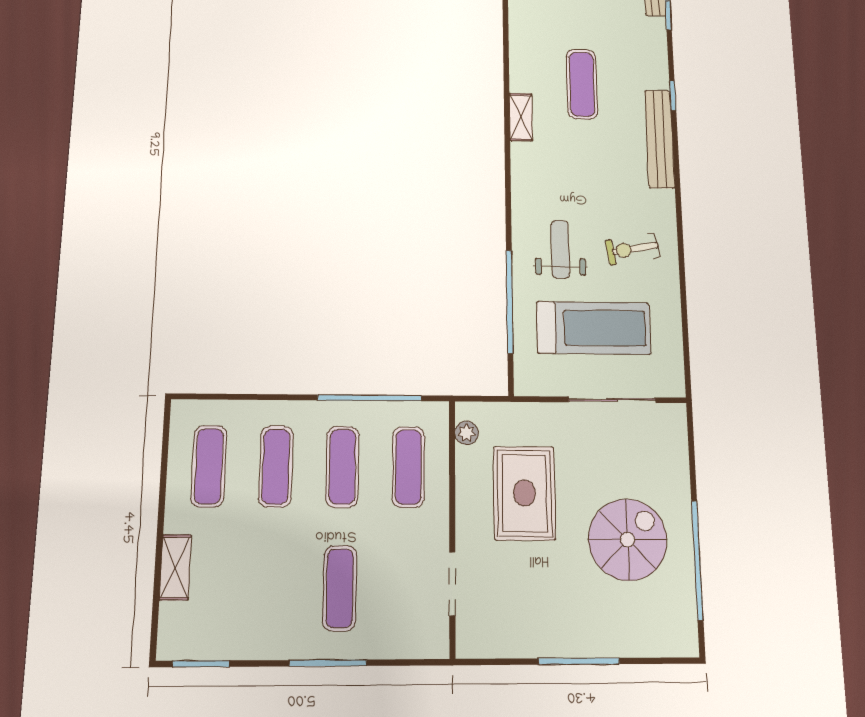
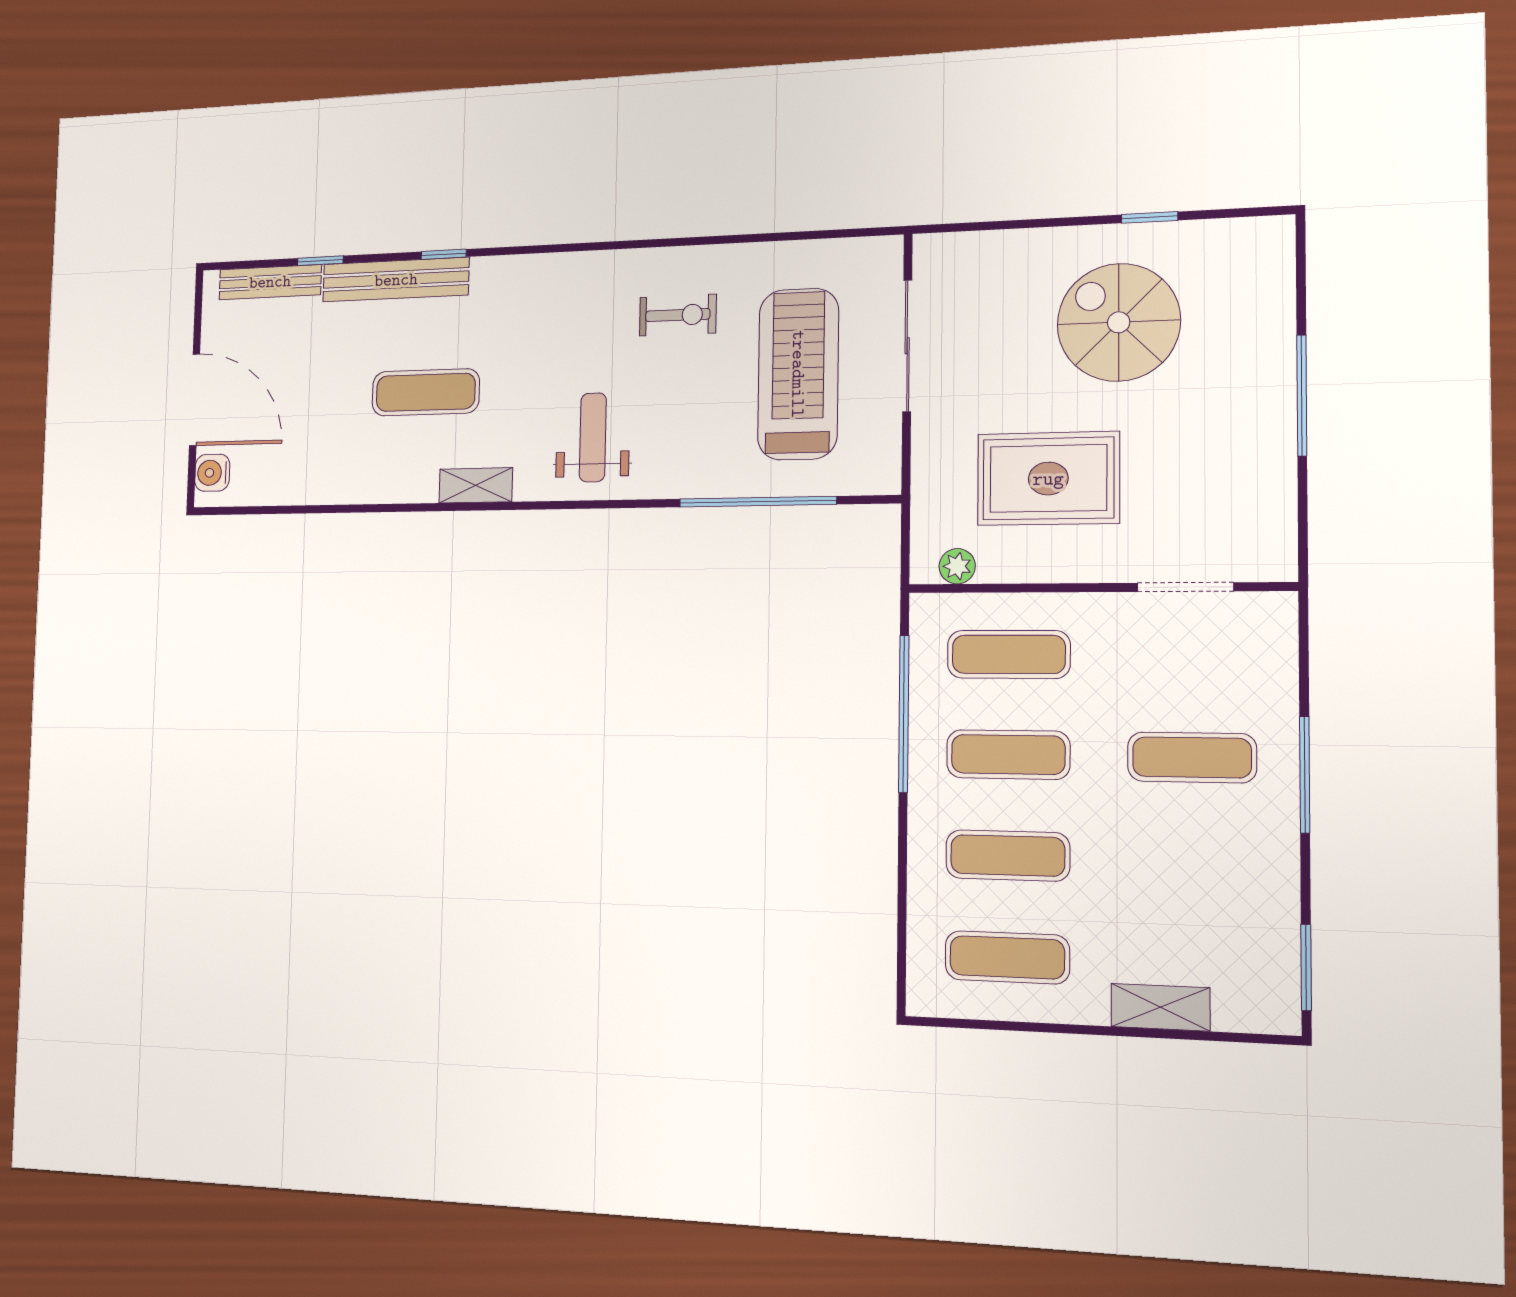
bench: (660, 139) -> (396, 280), moved
weight bench: (560, 249) -> (593, 437), moved, turned 90
exercise bike: (633, 249) -> (678, 315), turned -80
window: (697, 560) -> (1149, 217), width x0.32

